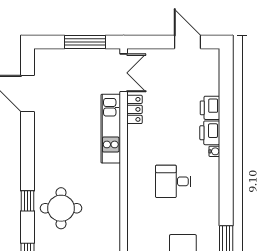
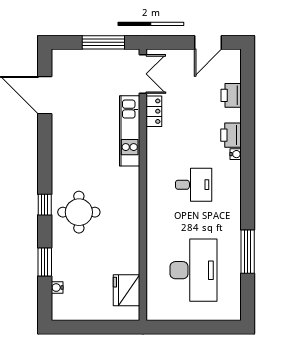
door: (187, 42) -> (208, 42), swing flipped
printer: (210, 108) -> (231, 95), moved
desk: (173, 181) -> (194, 185), turned 180

